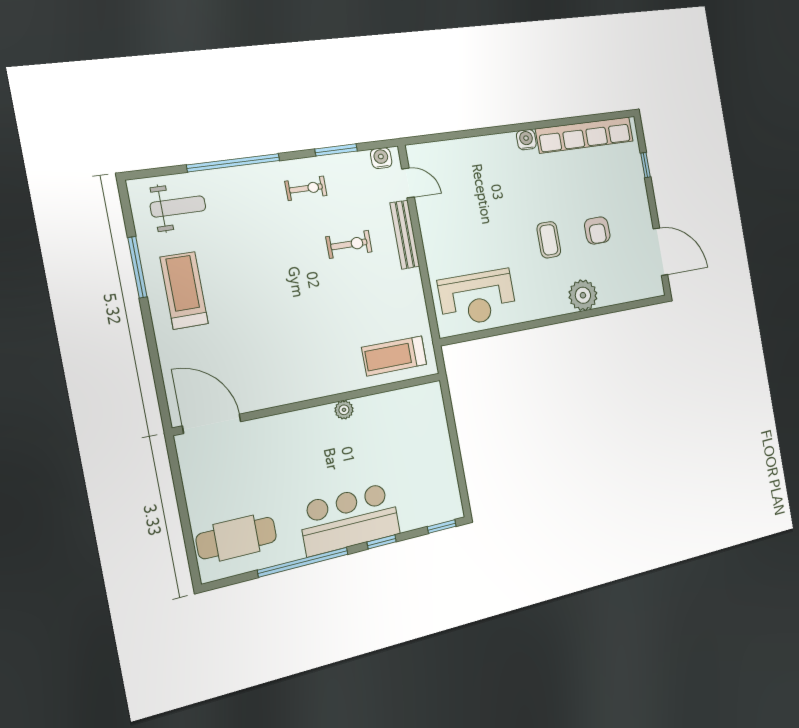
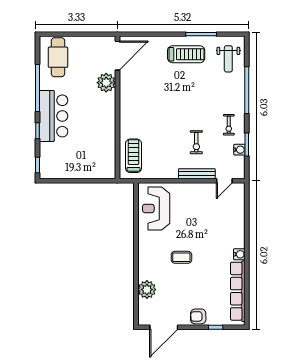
water cooler: (381, 158) -> (239, 150), moved
armchair: (597, 231) -> (198, 316), moved
plant: (583, 295) -> (147, 290), moved
plant: (344, 410) -> (106, 83), moved, width x1.88, depth x1.88

